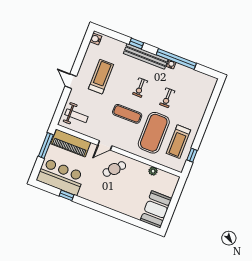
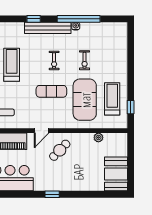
treadmill: (178, 142) -> (112, 99), turned 180
window: (66, 195) -> (52, 194), moved

